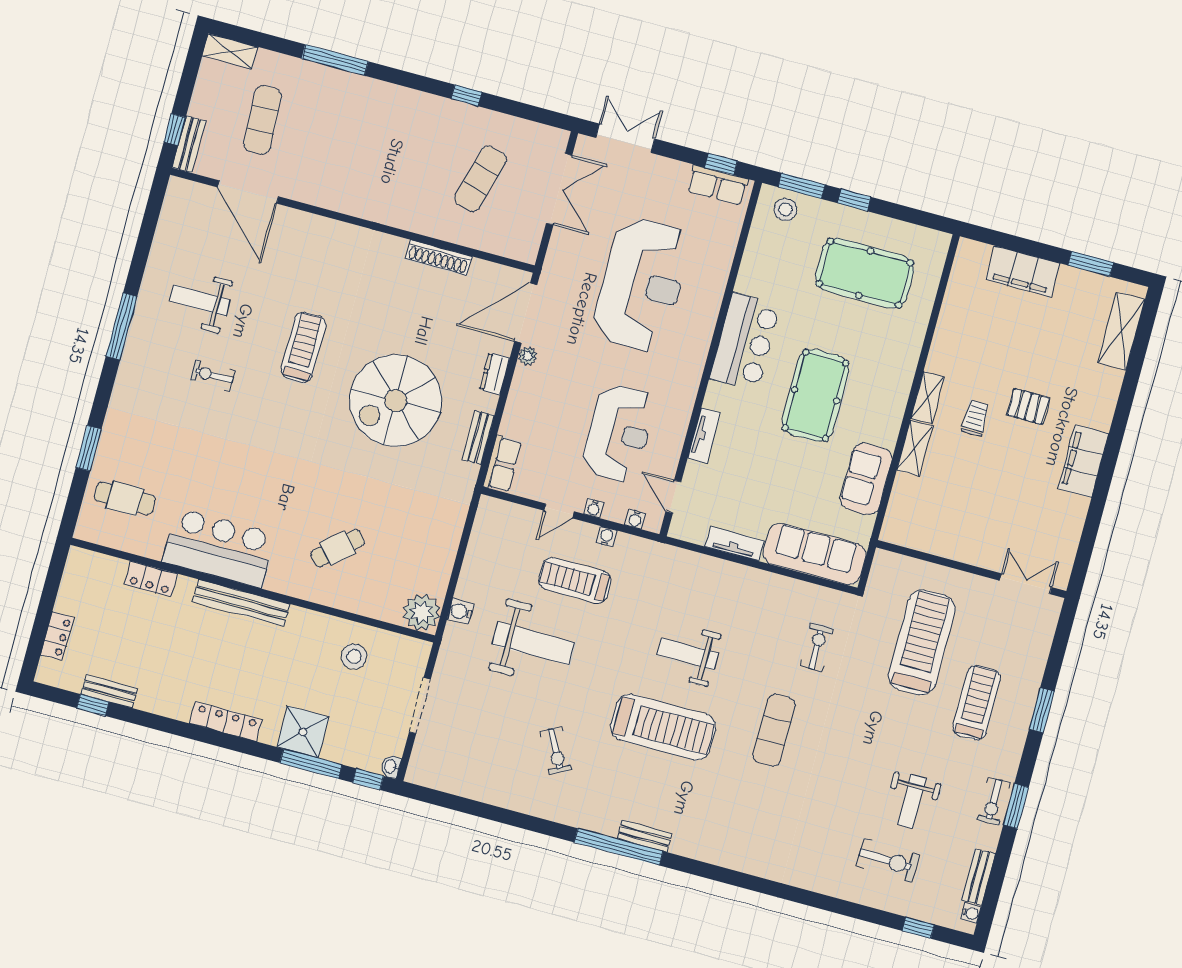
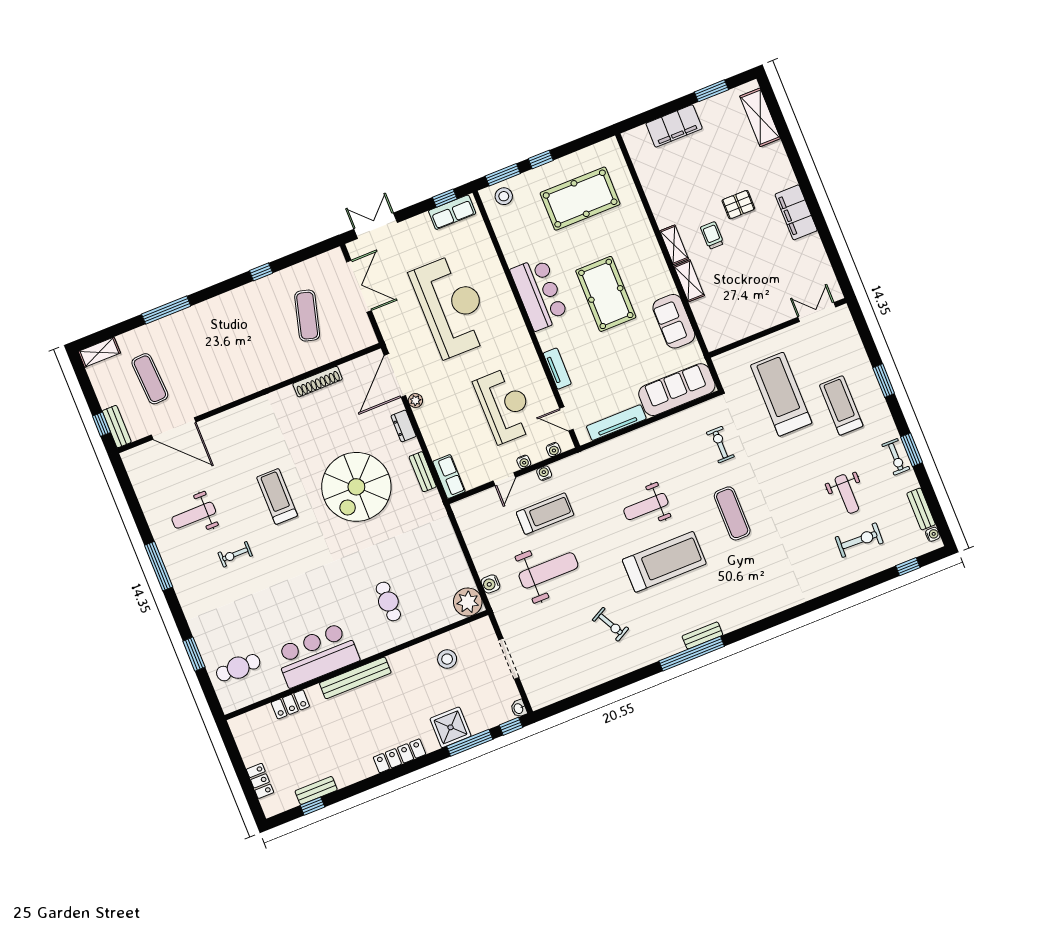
tv unit: (735, 544) -> (616, 423), width x1.41
cafe table: (338, 548) -> (388, 601), turned -48
treadmill: (575, 580) -> (545, 514), turned 180

